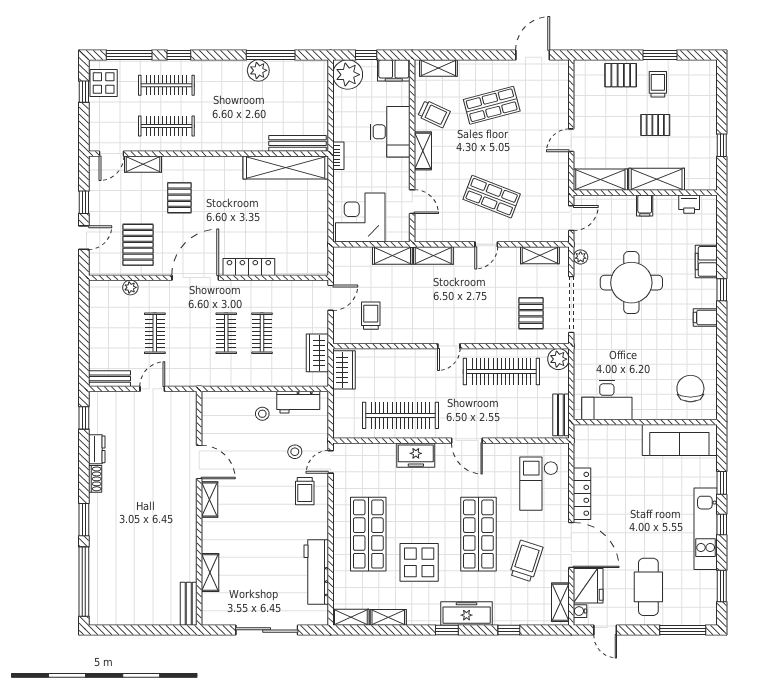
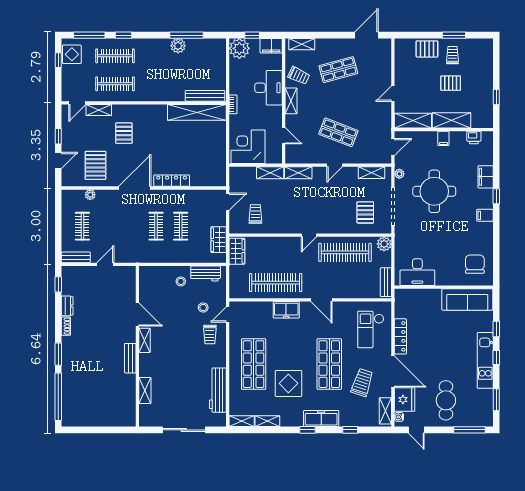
clothes rail: (155, 333) -> (82, 226), moved
bench: (189, 604) -> (130, 358), moved

